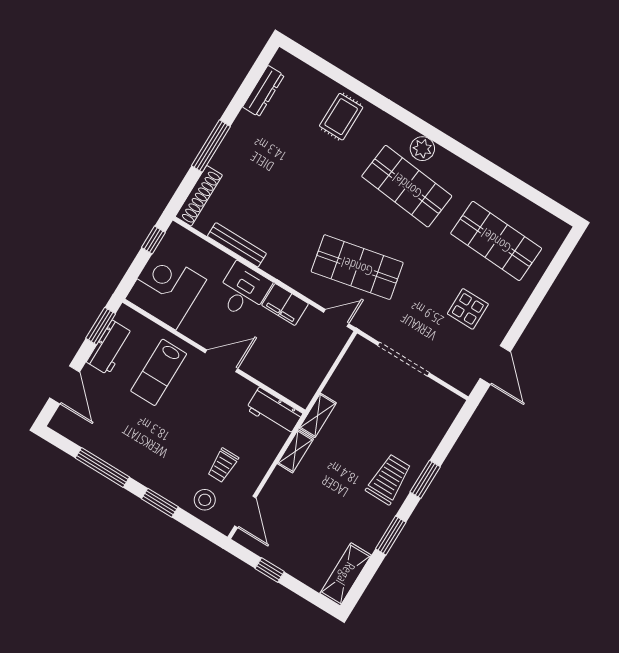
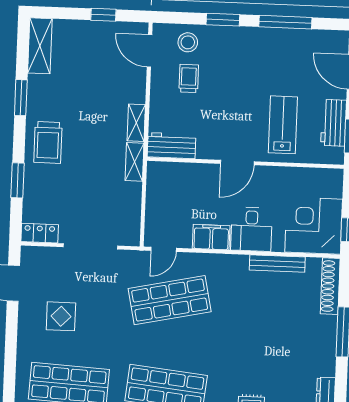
corner desk: (166, 289) -> (314, 226), moved, turned 180
locker: (444, 398) -> (40, 233), added
window: (425, 479) -> (17, 180), moved

